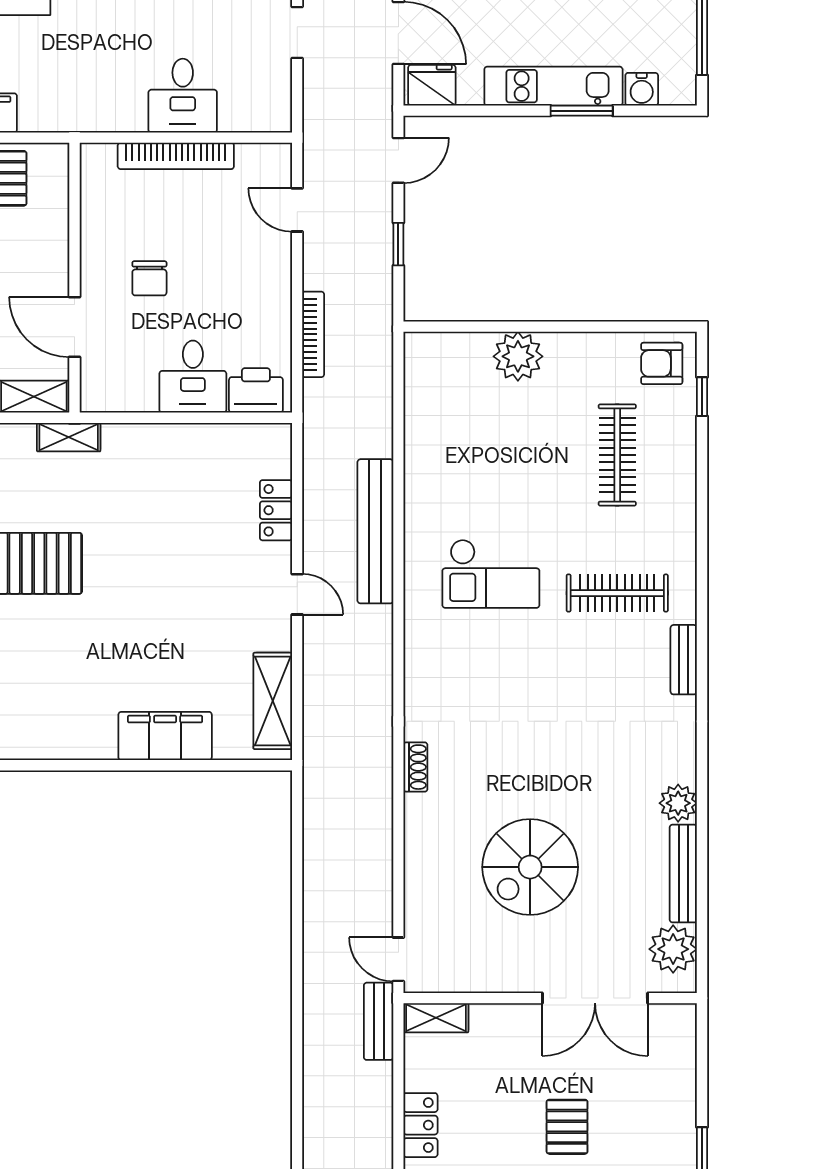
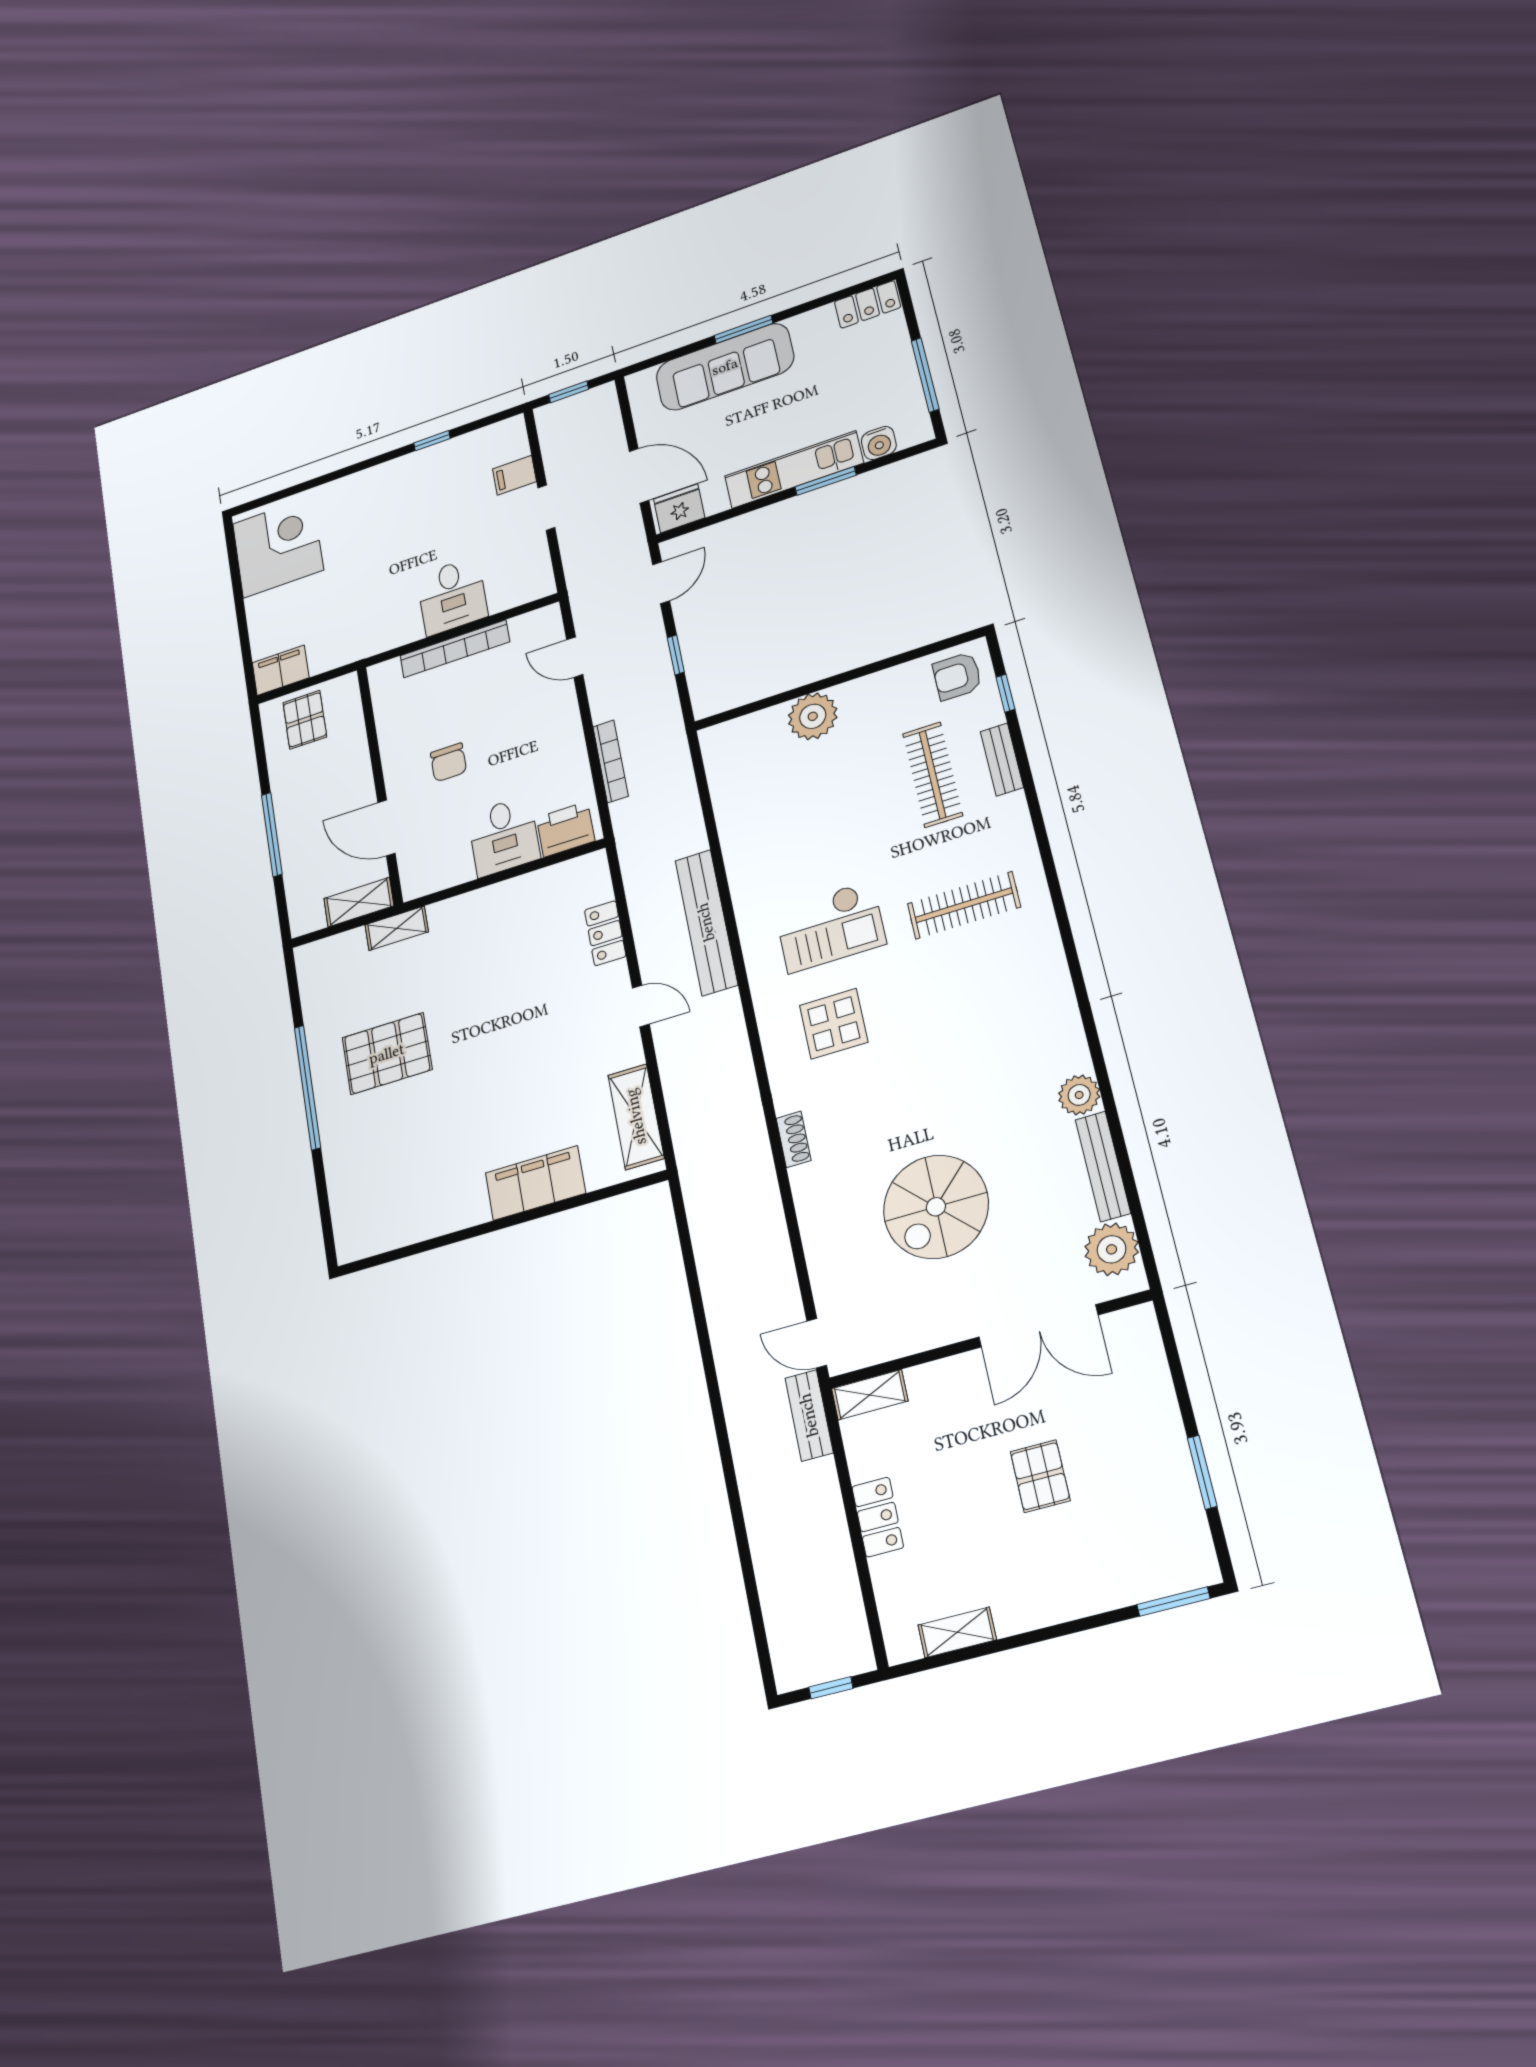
bench: (684, 660) -> (1002, 759), moved
display table: (475, 669) -> (834, 1024), added

